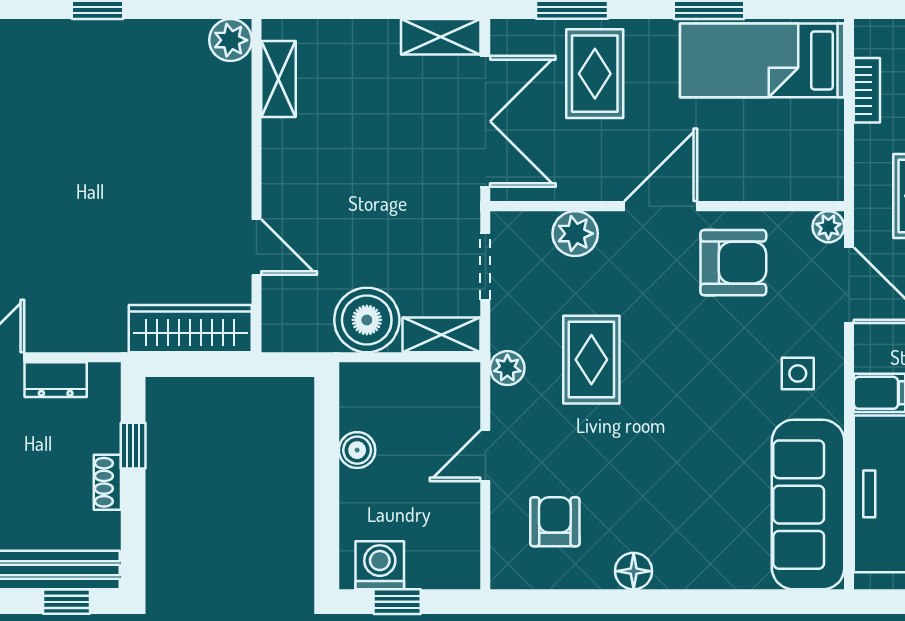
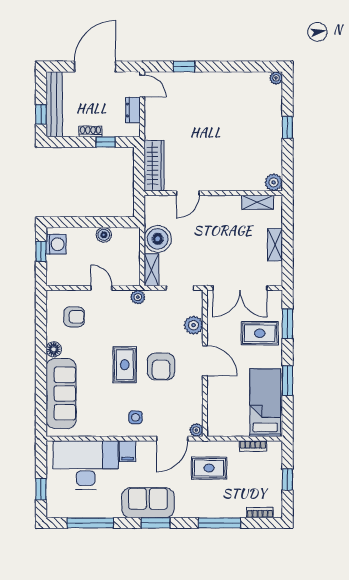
shelving: (441, 37) -> (275, 245), moved
armchair: (733, 263) -> (161, 366), moved
rug: (591, 360) -> (125, 365), moved, turned 90
sofa: (808, 505) -> (61, 393), moved, turned 90

